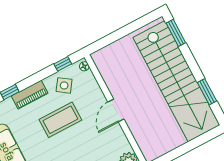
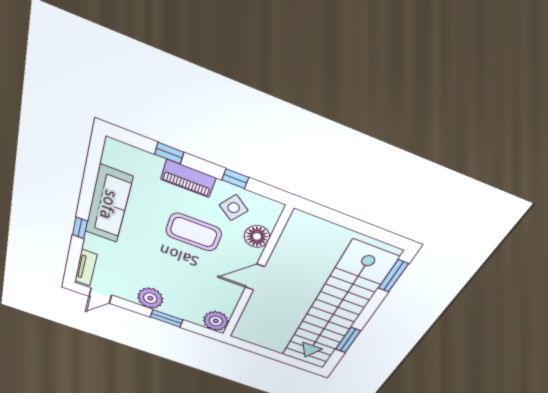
window: (63, 64) -> (235, 179), moved
floor lamp: (84, 66) -> (257, 236), moved, width x1.89, depth x1.89

